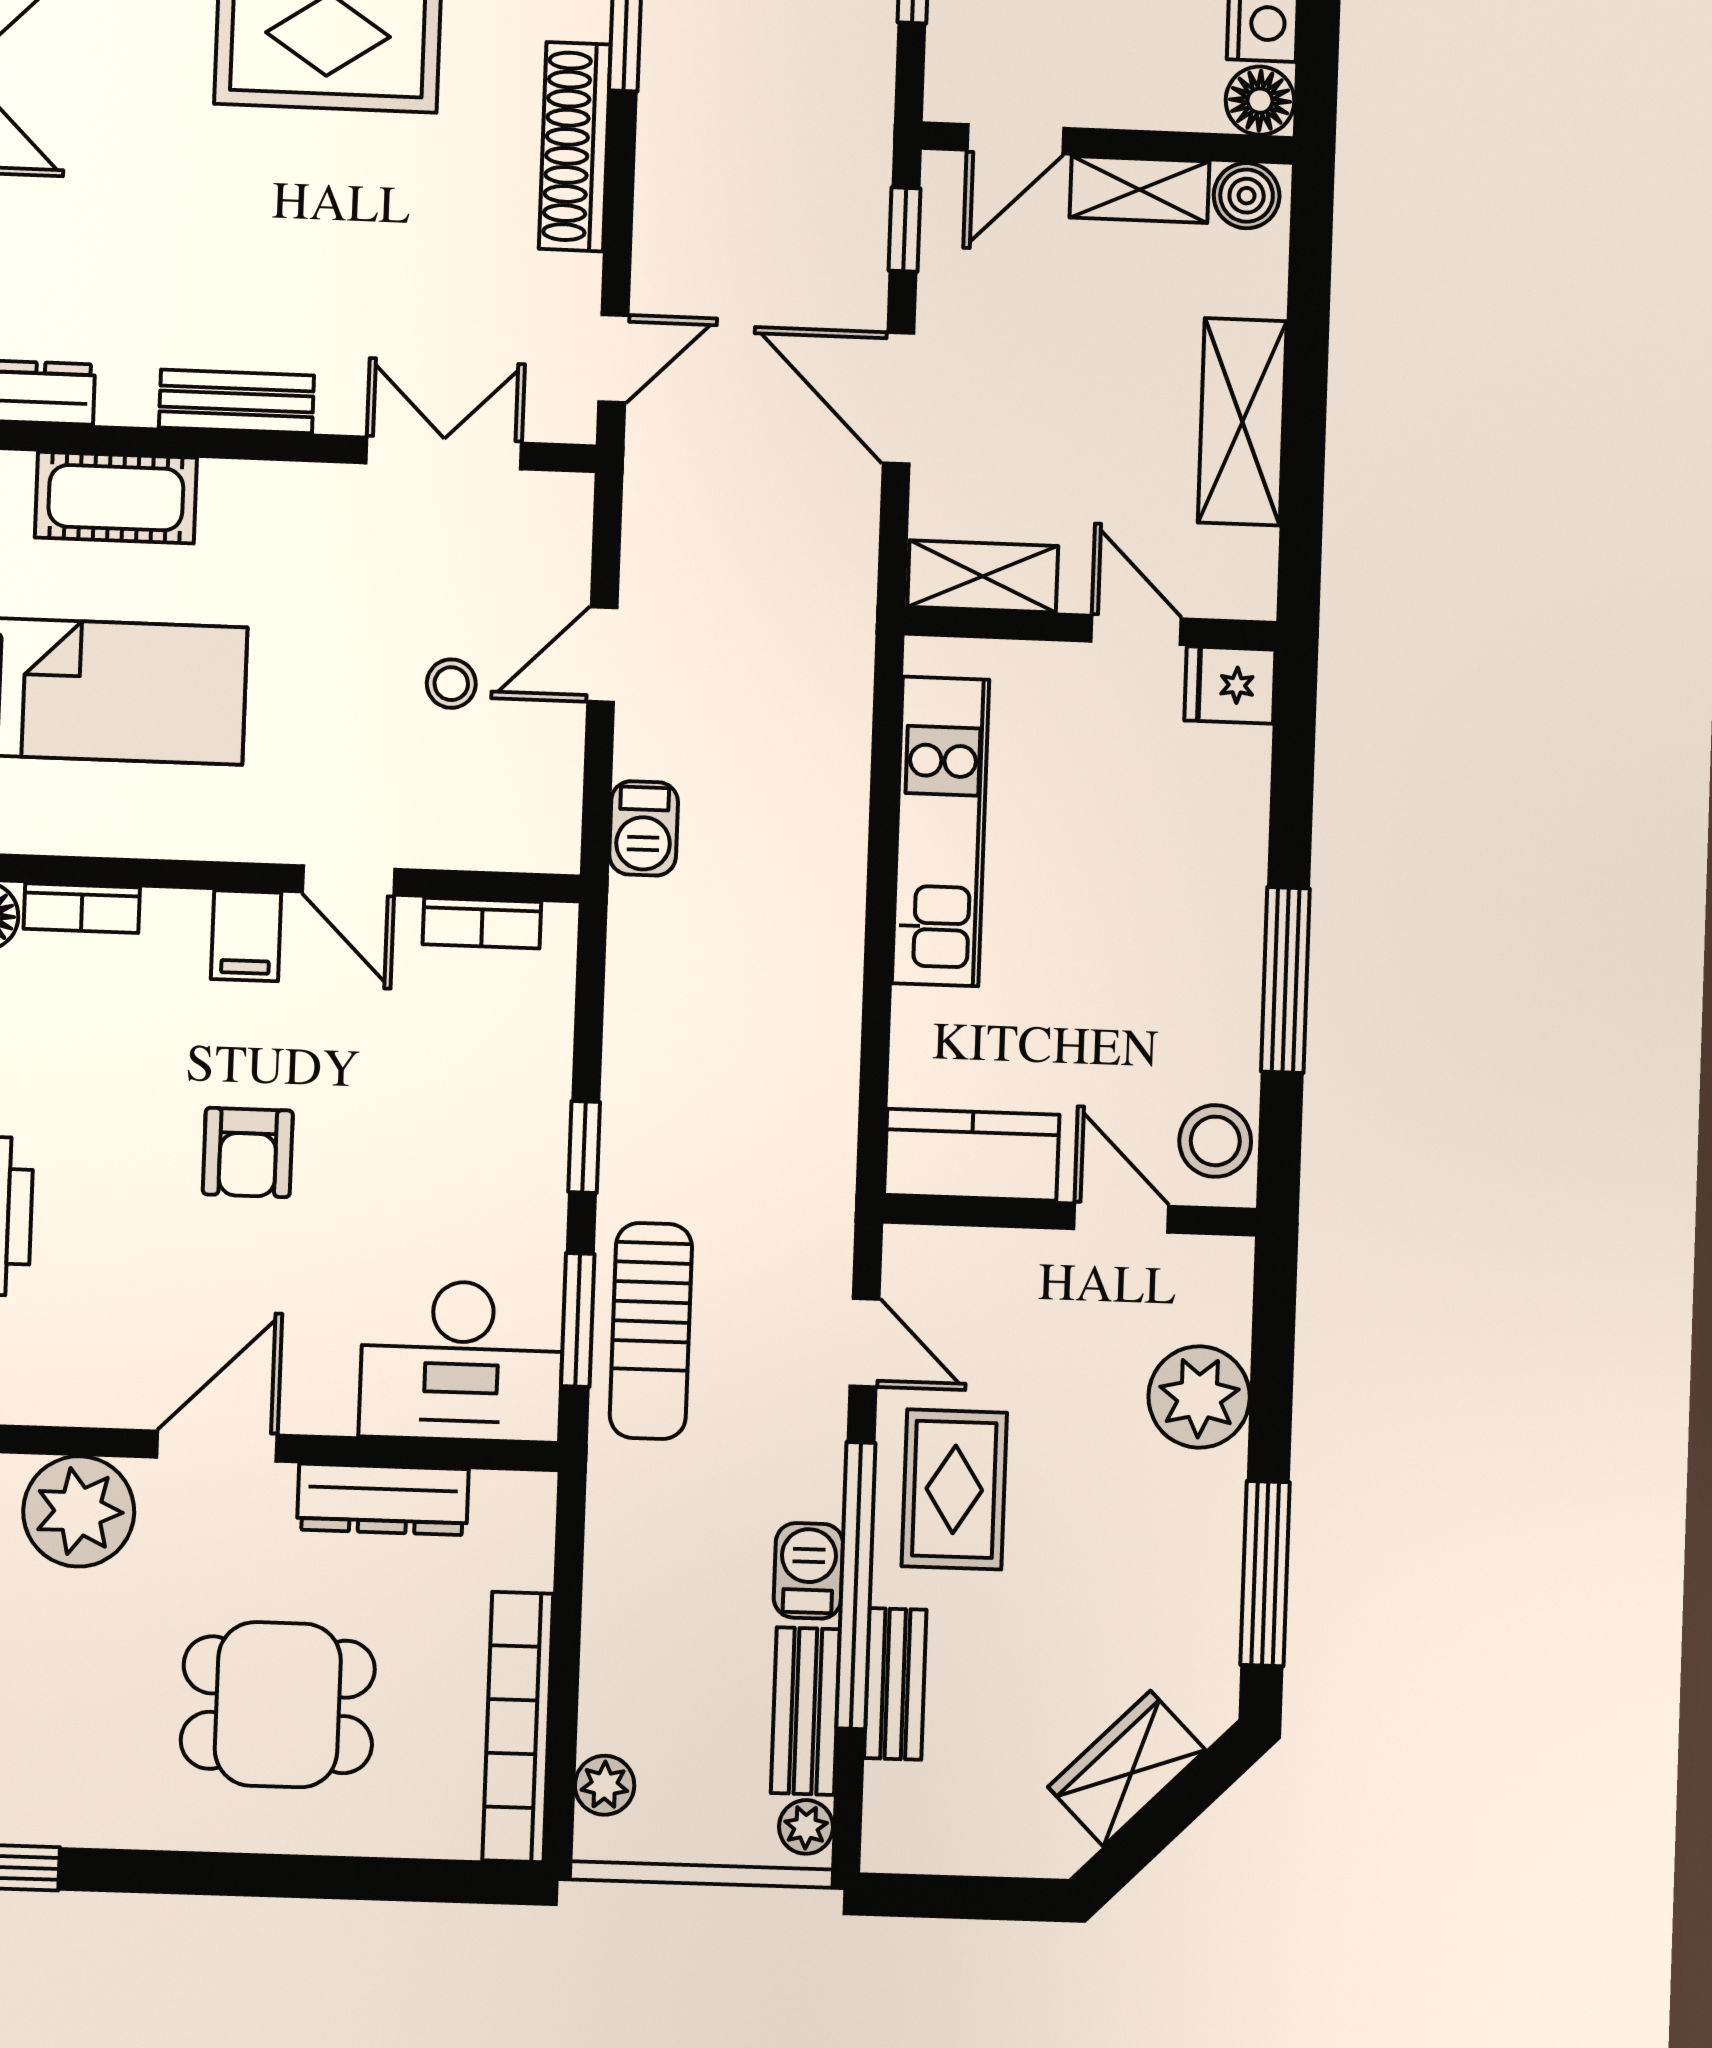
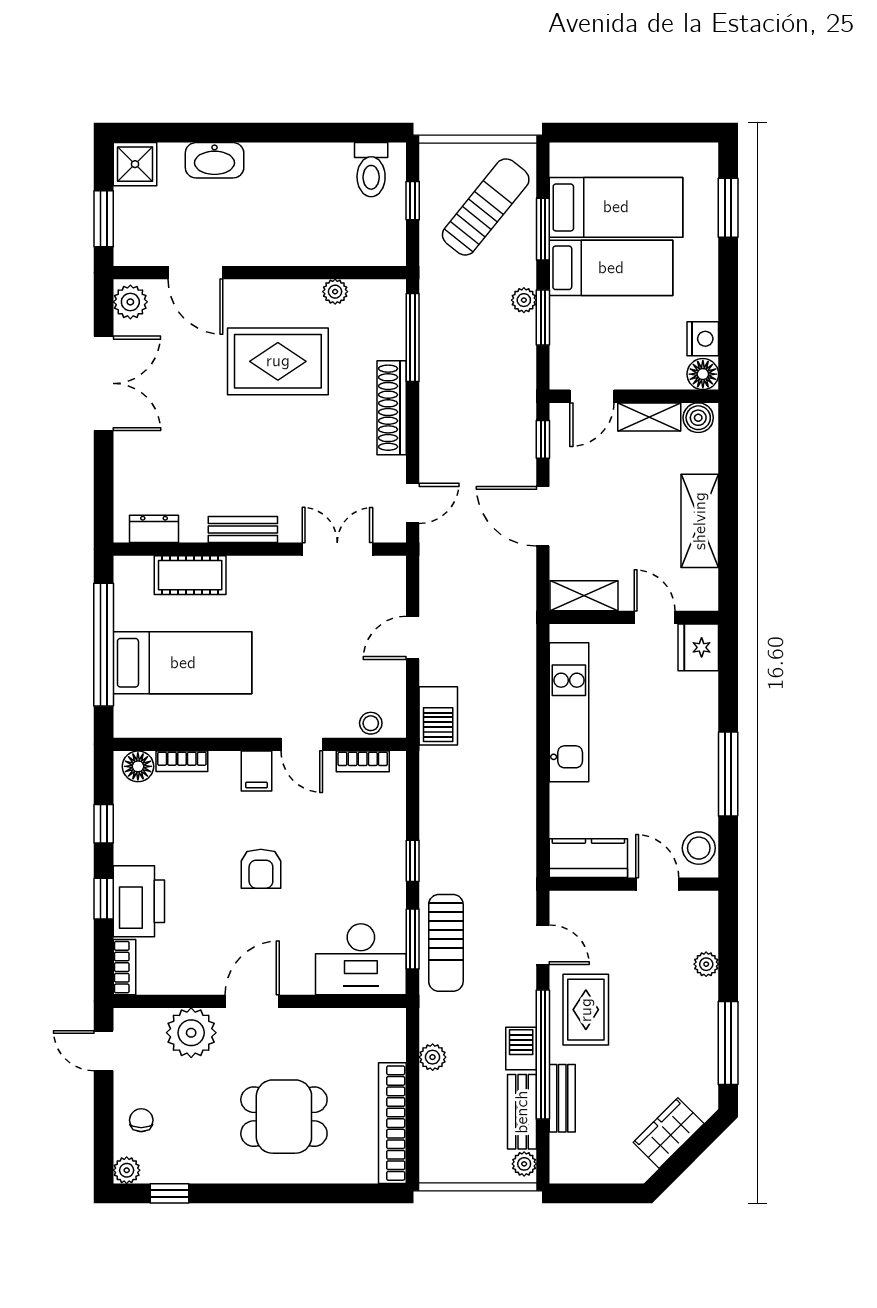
stool: (451, 684) -> (371, 723), moved
fridge: (1230, 685) -> (698, 647), width x1.38
barbecue: (644, 828) -> (438, 716), width x1.38, depth x1.27
plant: (1199, 1397) -> (706, 964), width x0.53, depth x0.53
dresser: (383, 1499) -> (328, 1023), removed
plant: (605, 1785) -> (433, 1057), moved

